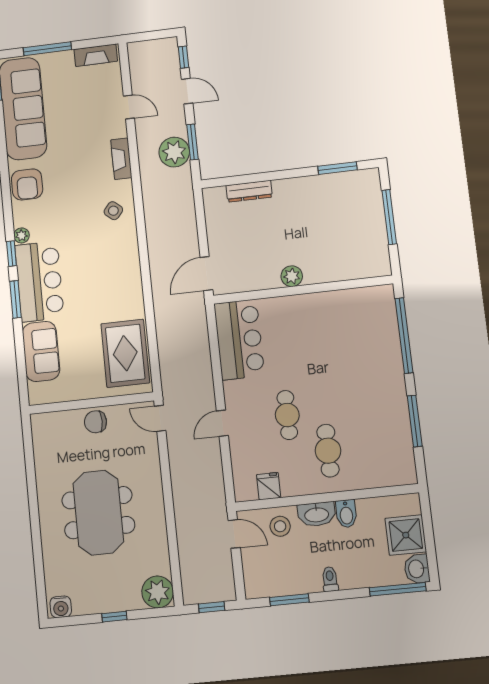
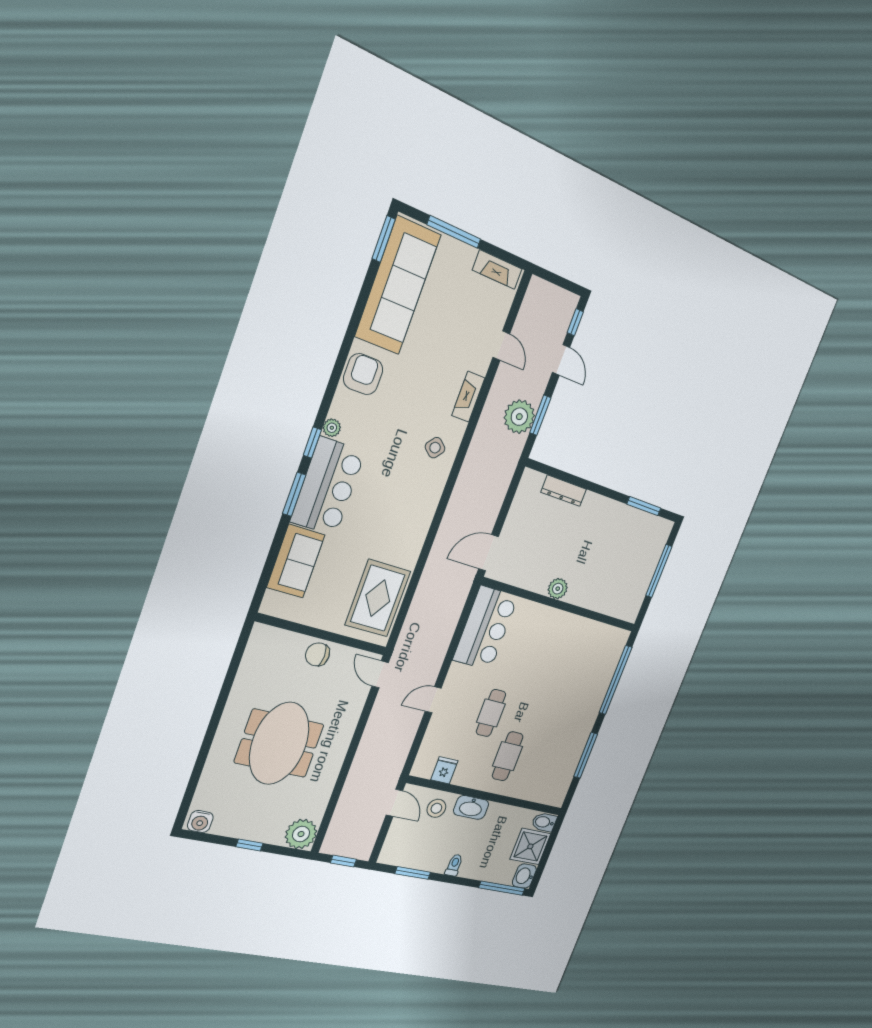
armchair: (27, 184) -> (363, 374), turned 180
bidet: (346, 514) -> (544, 822), moved, turned 90

